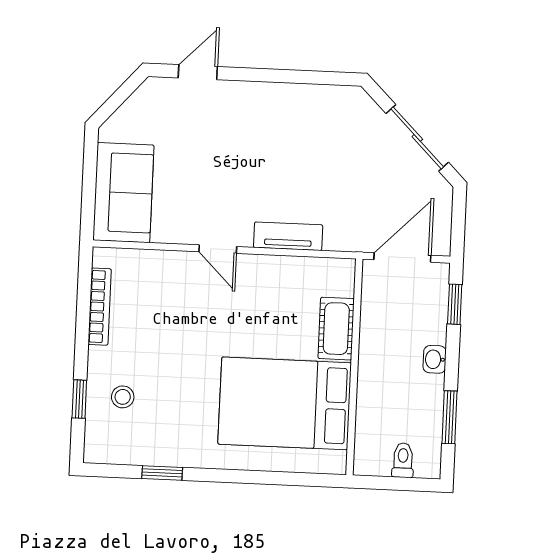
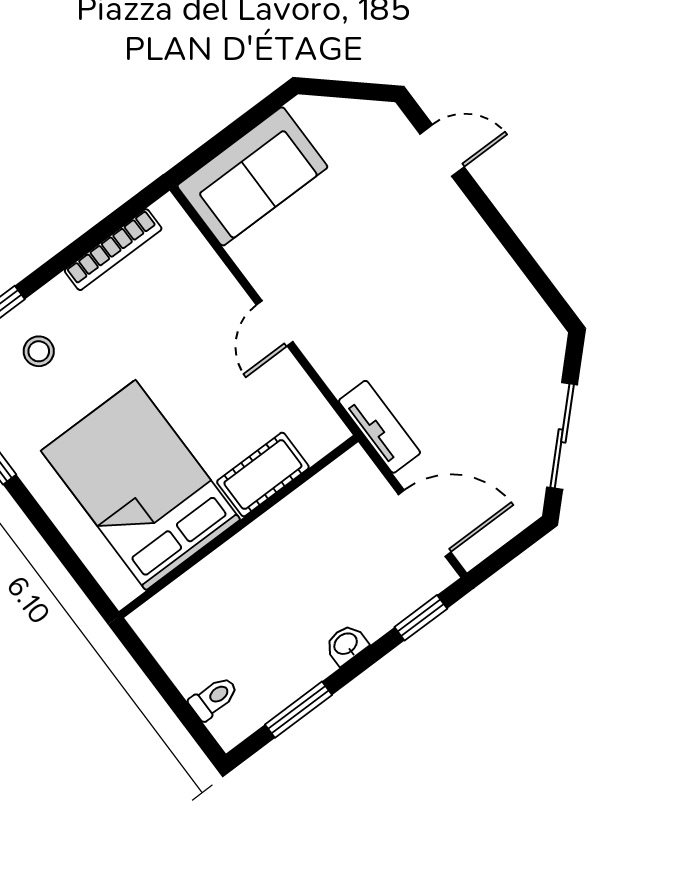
tv unit: (288, 236) -> (379, 427), moved
cot: (336, 329) -> (263, 474), moved
wall: (354, 367) -> (239, 526), moved
bed: (285, 403) -> (141, 485), moved

